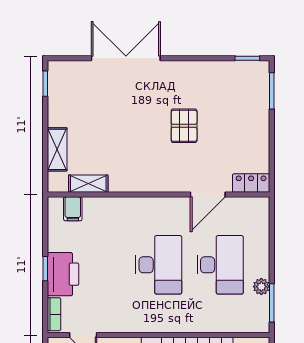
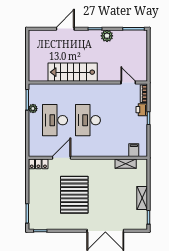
pallet: (184, 126) -> (74, 195), width x2.05, depth x2.00
shelving: (57, 149) -> (142, 198), moved
printer: (63, 274) -> (142, 110), width x0.53, depth x0.68

